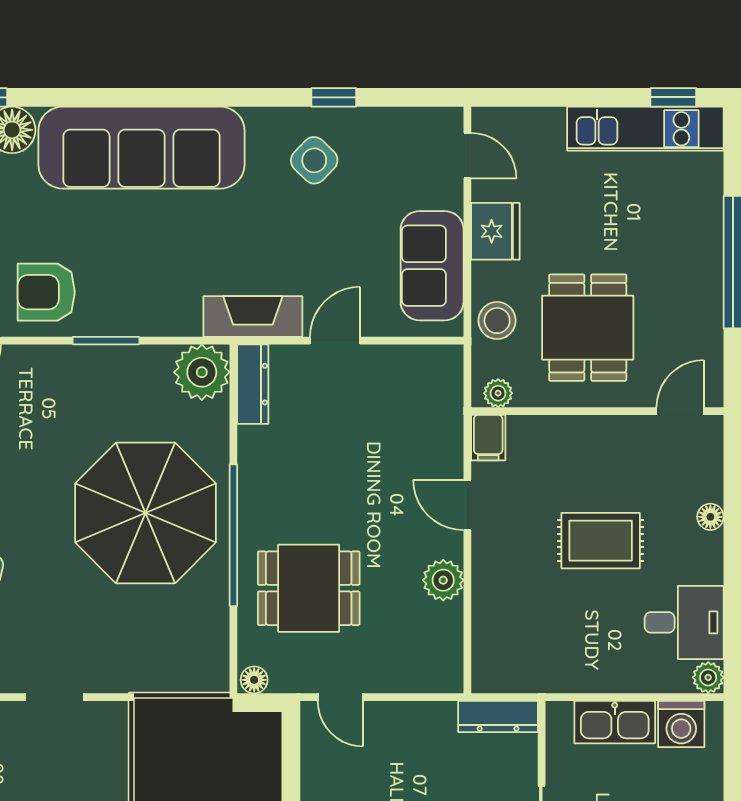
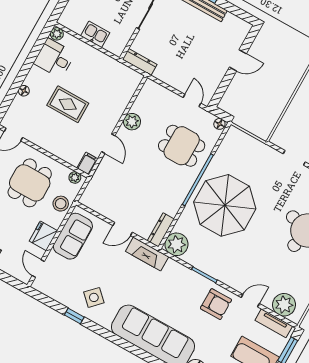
kitchen sink: (615, 722) -> (95, 34), width x0.73
washing machine: (681, 724) -> (76, 23), removed

